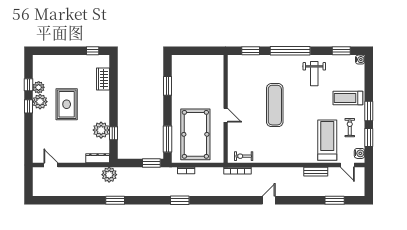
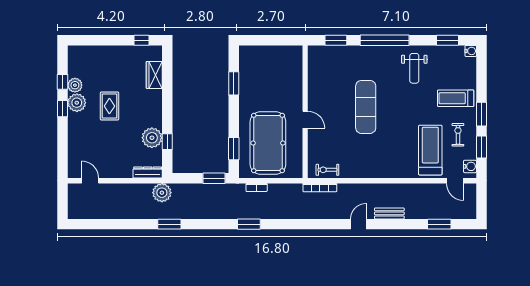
rug: (67, 104) -> (109, 106), width x0.73, depth x0.70
window: (167, 139) -> (234, 149), width x0.69
bench: (316, 172) -> (389, 213), moved

